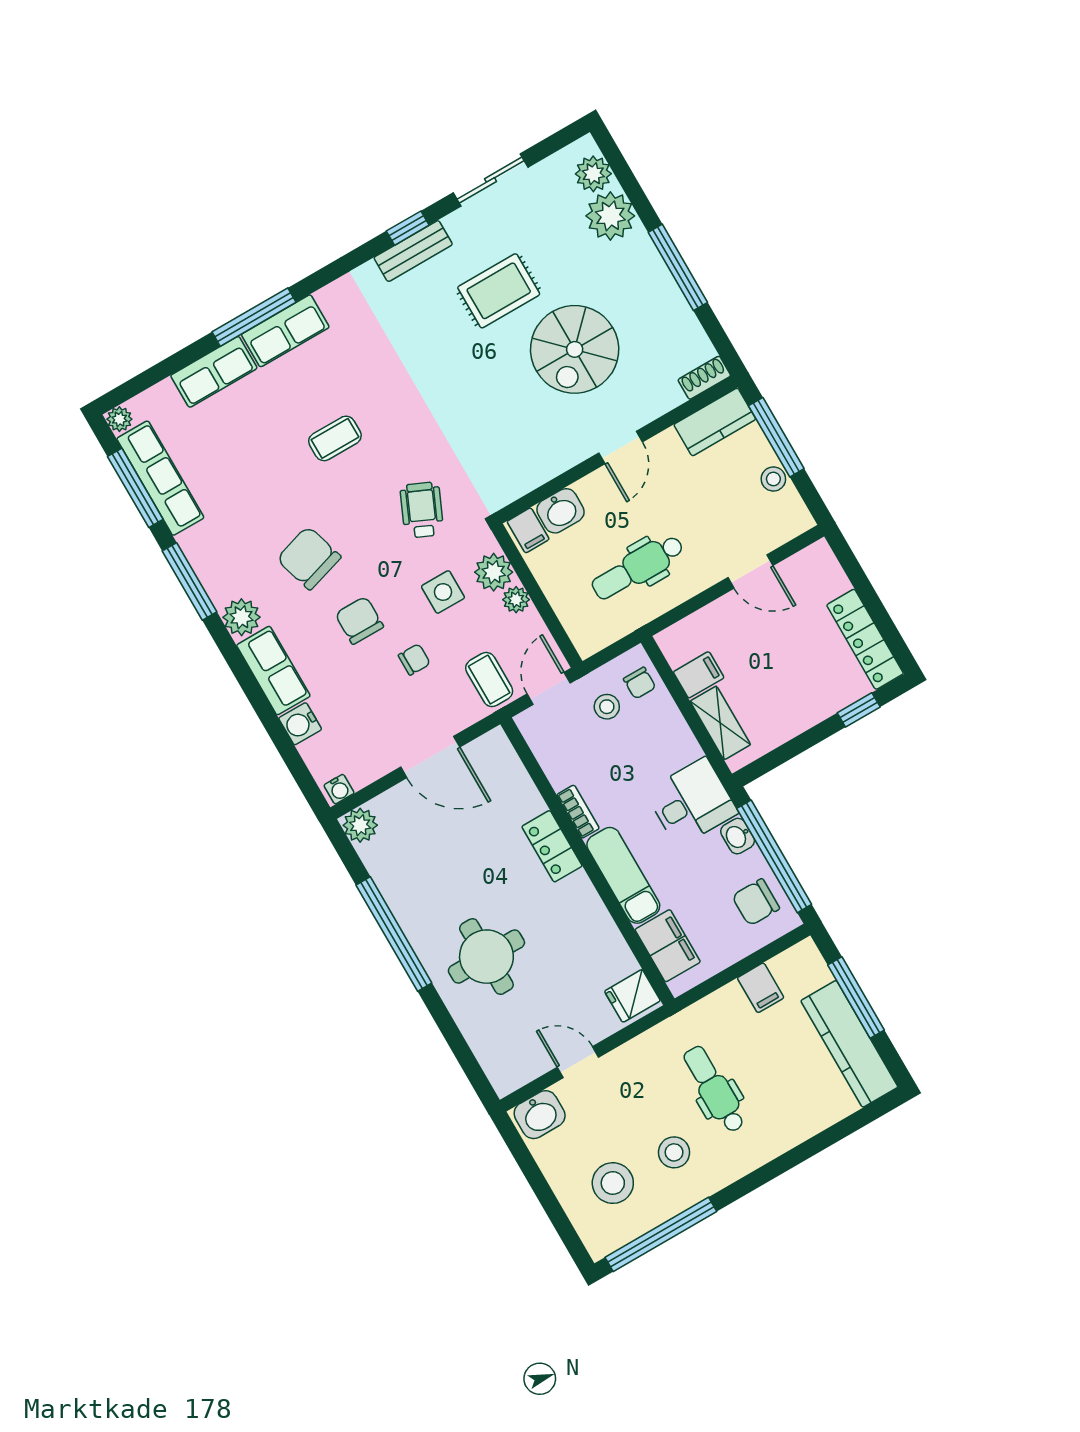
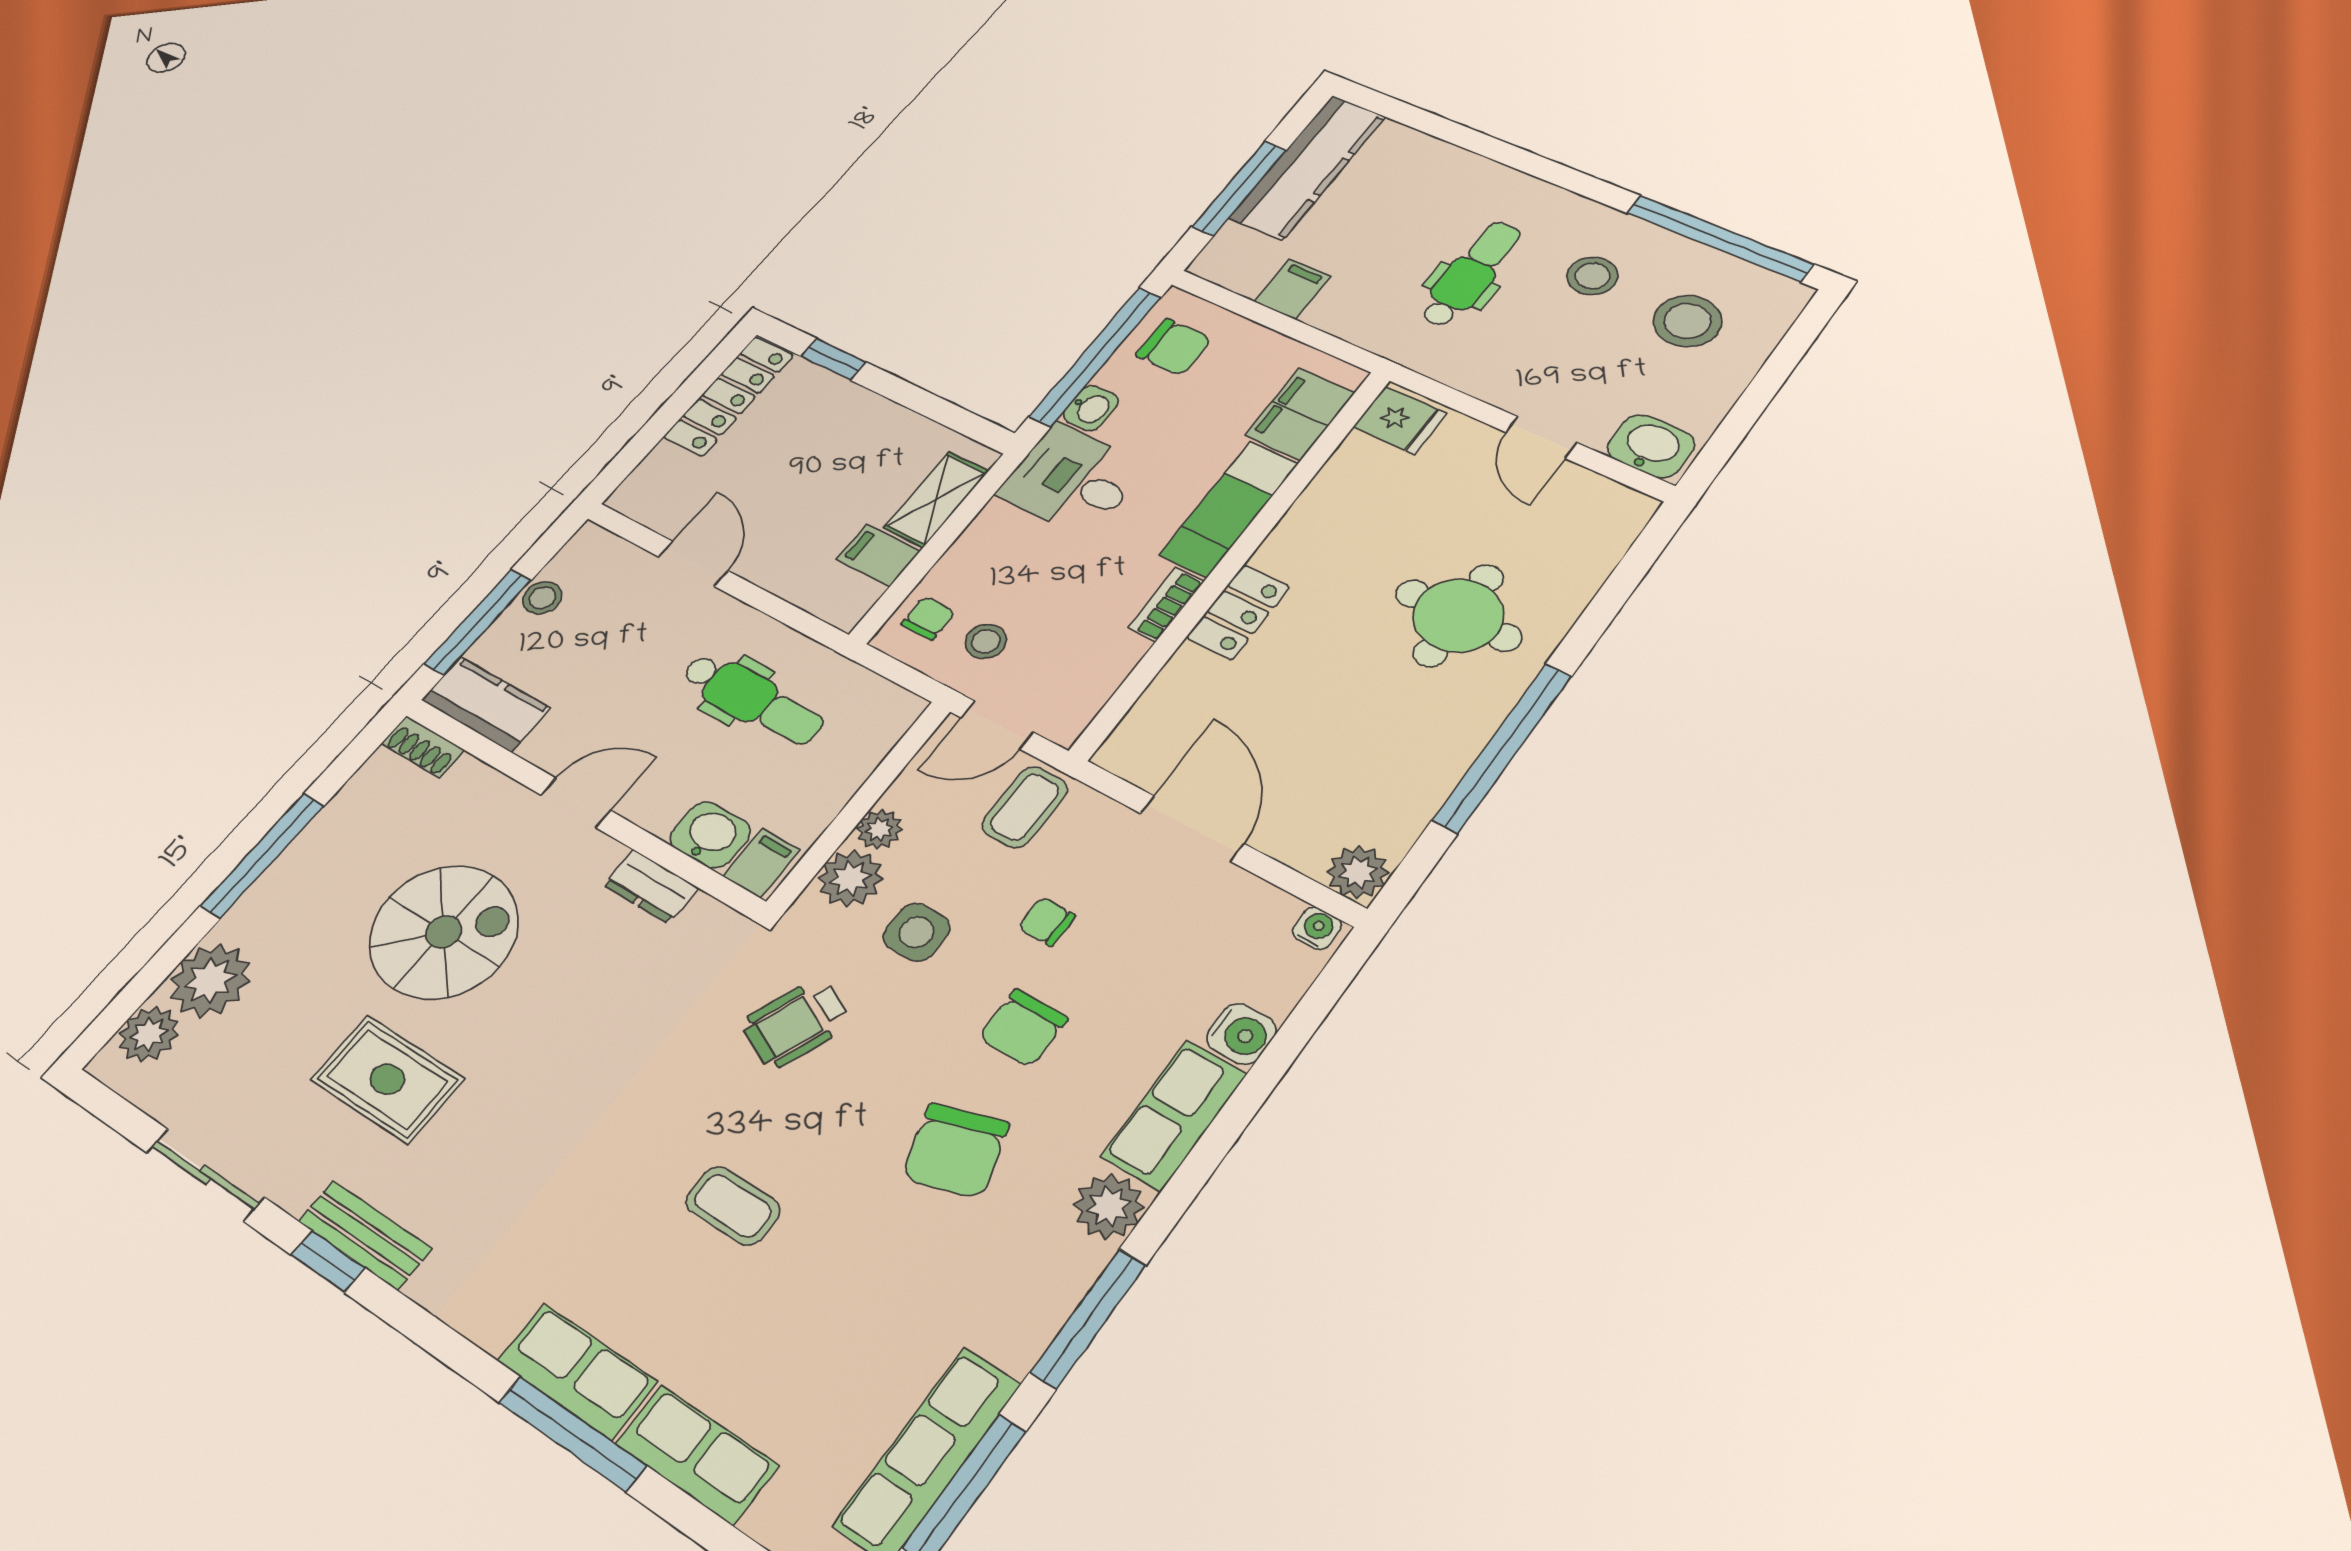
dresser: (545, 468) -> (651, 887), added
dental chair: (714, 1089) -> (1471, 274), turned 180

